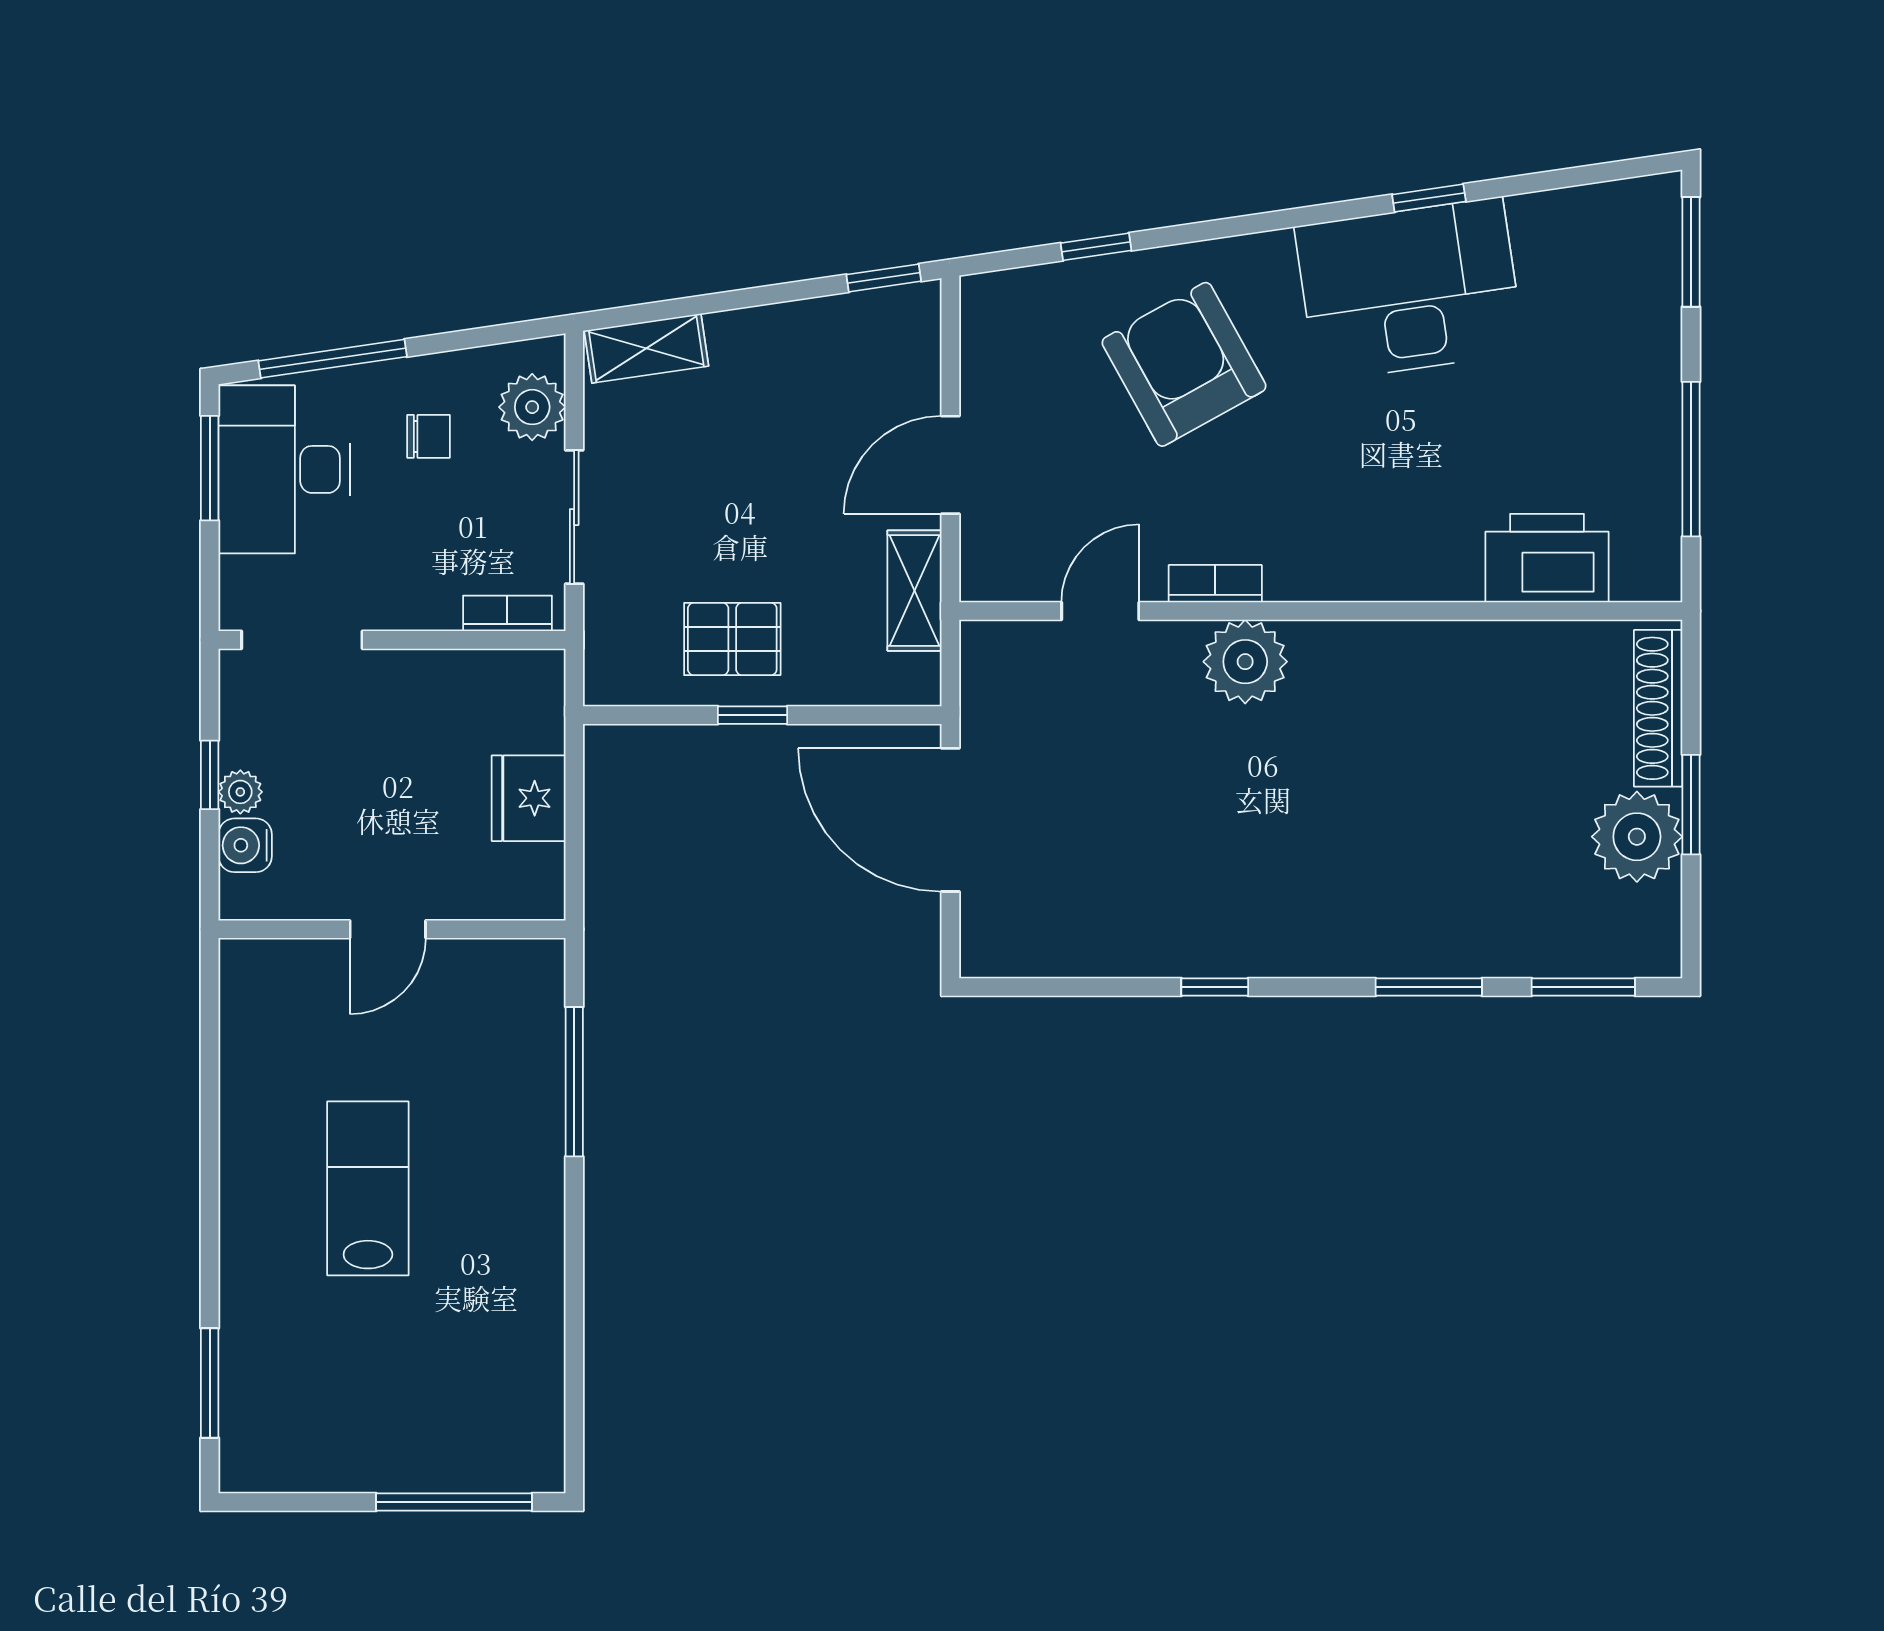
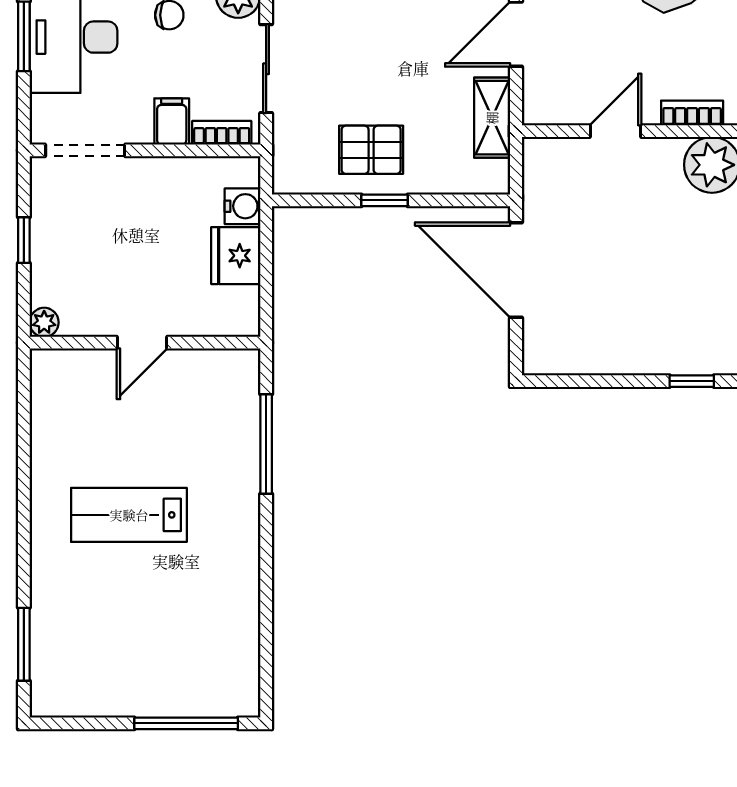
filing cabinet: (432, 596) -> (172, 121), added
plant: (240, 792) -> (44, 322), moved
water cooler: (245, 845) -> (242, 206), moved, turned 180
lab bench: (368, 1188) -> (129, 515), turned -90

